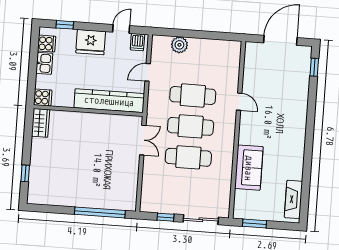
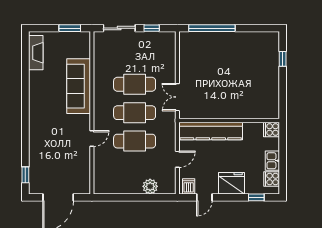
door: (239, 102) -> (92, 139), swing flipped
wardrobe: (41, 123) -> (272, 106), removed
sofa: (249, 168) -> (79, 86), width x1.36

